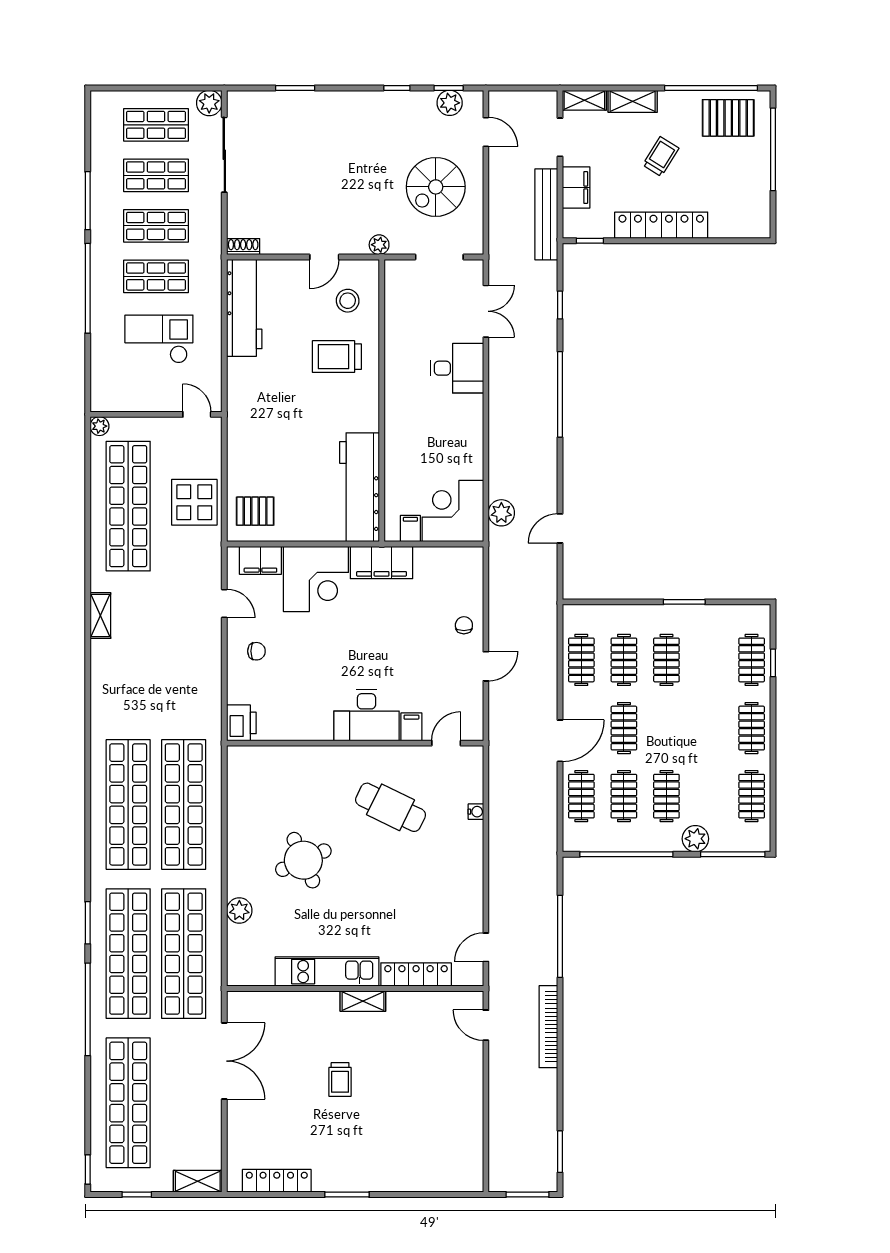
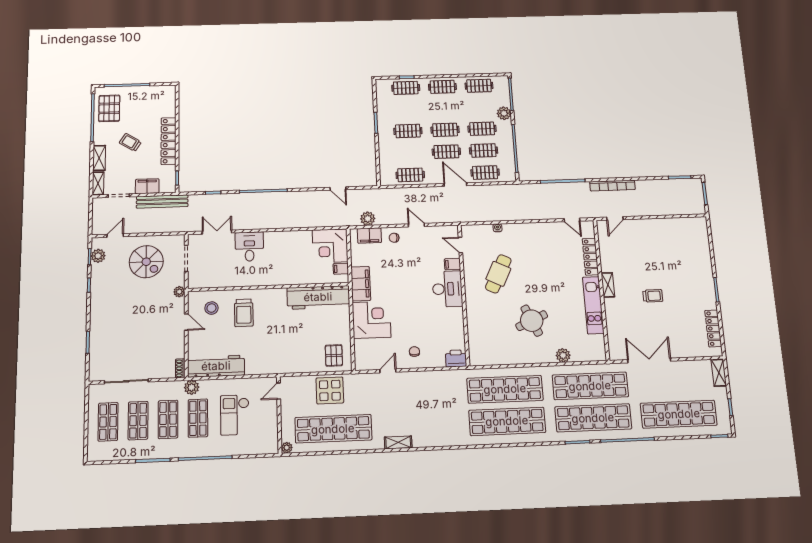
plant: (209, 103) -> (192, 387), moved
plant: (501, 513) -> (368, 219), moved
filing cabinet: (260, 560) -> (369, 236), moved, turned 90
clothes rail: (624, 660) -> (445, 130), moved

